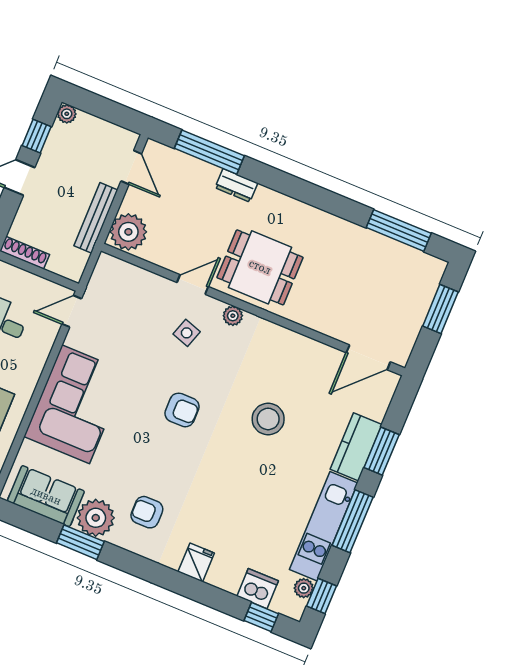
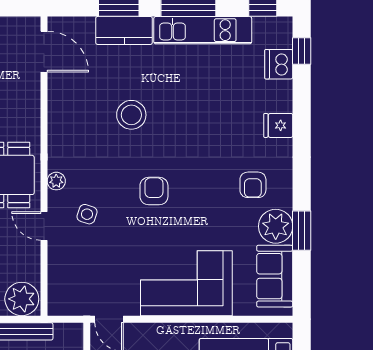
plant: (304, 588) -> (262, 25), removed

